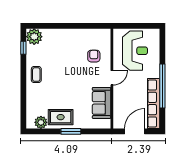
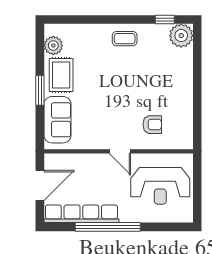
sofa: (102, 103) -> (58, 120), moved, turned 90
door: (135, 131) -> (40, 185), hinge flipped

